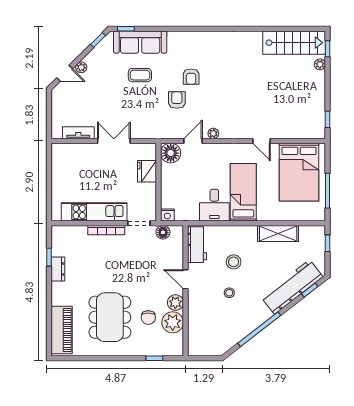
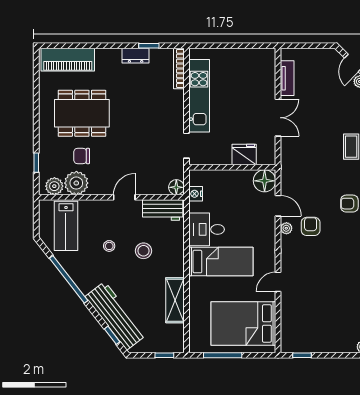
armchair: (177, 100) -> (311, 226), moved, turned -90
nightstand: (167, 215) -> (196, 194), moved
bookcase: (106, 230) -> (179, 68), moved
floor lamp: (163, 232) -> (176, 187), moved
plant: (175, 303) -> (54, 186), moved
lab bench: (211, 332) -> (66, 226), added

